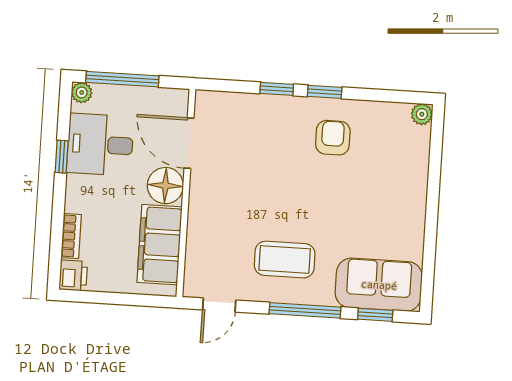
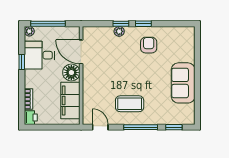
plant: (422, 114) -> (119, 31), moved
sofa: (379, 285) -> (183, 83), moved, turned -90
door: (219, 305) -> (100, 127), swing flipped

